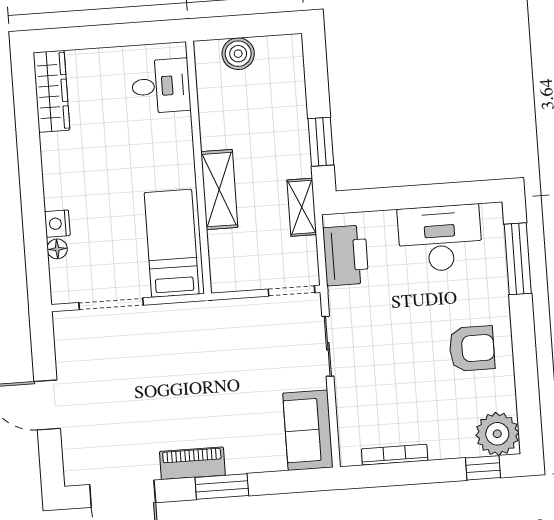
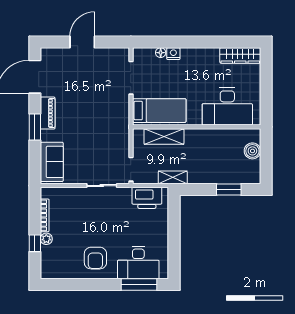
desk: (161, 86) -> (227, 107), width x1.87, depth x1.30
window: (321, 142) -> (229, 189), moved
shelving: (219, 190) -> (164, 137), moved
desk: (440, 238) -> (138, 263), moved, turned 90
sofa: (308, 430) -> (52, 162), moved, turned 90
plant: (497, 434) -> (46, 239), moved, width x0.53, depth x0.53
window: (483, 468) -> (35, 243), moved

